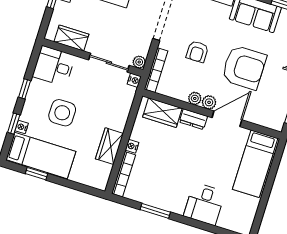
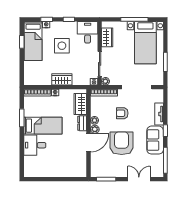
armchair: (244, 67) -> (122, 143), turned 180
door: (227, 119) -> (88, 143), hinge flipped
wardrobe: (109, 146) -> (62, 79), moved
bed: (255, 164) -> (43, 126), moved, turned 180

